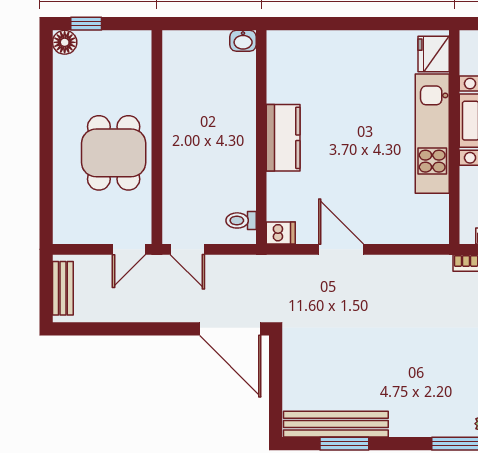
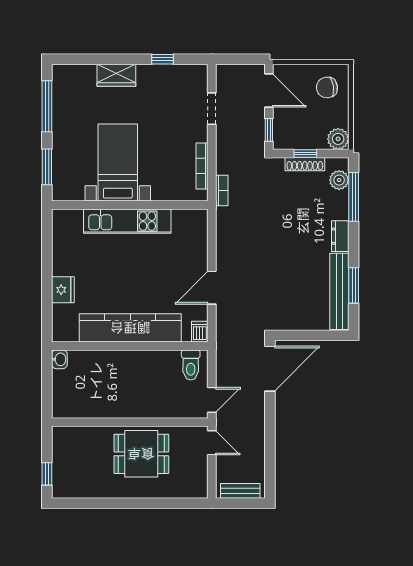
floor lamp: (65, 42) -> (61, 490), removed
fridge: (434, 54) -> (63, 290), moved, turned -90
kitchen counter: (283, 138) -> (130, 328), width x2.08, depth x1.17
toilet: (241, 220) -> (191, 365), width x1.37, depth x1.39
dresser: (412, 425) -> (340, 236), added

